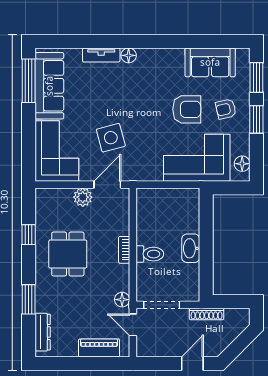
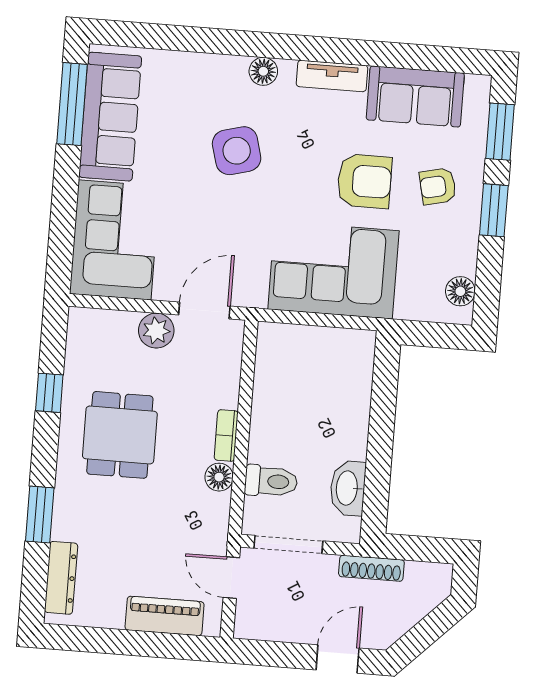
tv unit: (101, 55) -> (332, 76), moved
side table: (111, 138) -> (237, 151), moved
corner sofa: (197, 158) -> (333, 270), moved
washbasin: (191, 248) -> (348, 488), moved
toilet: (150, 254) -> (271, 481), moved
floor lamp: (122, 300) -> (219, 477), moved

